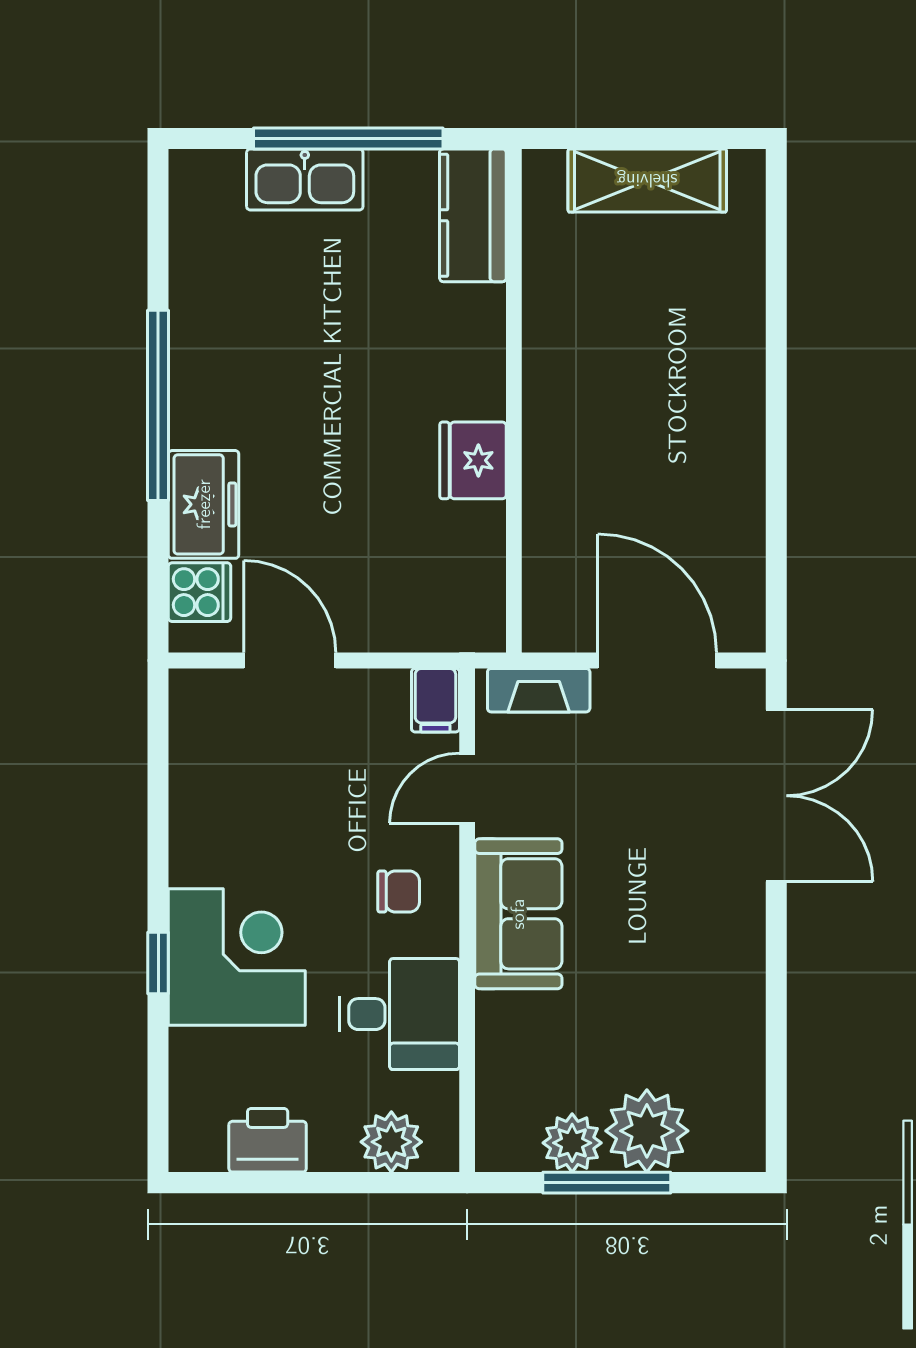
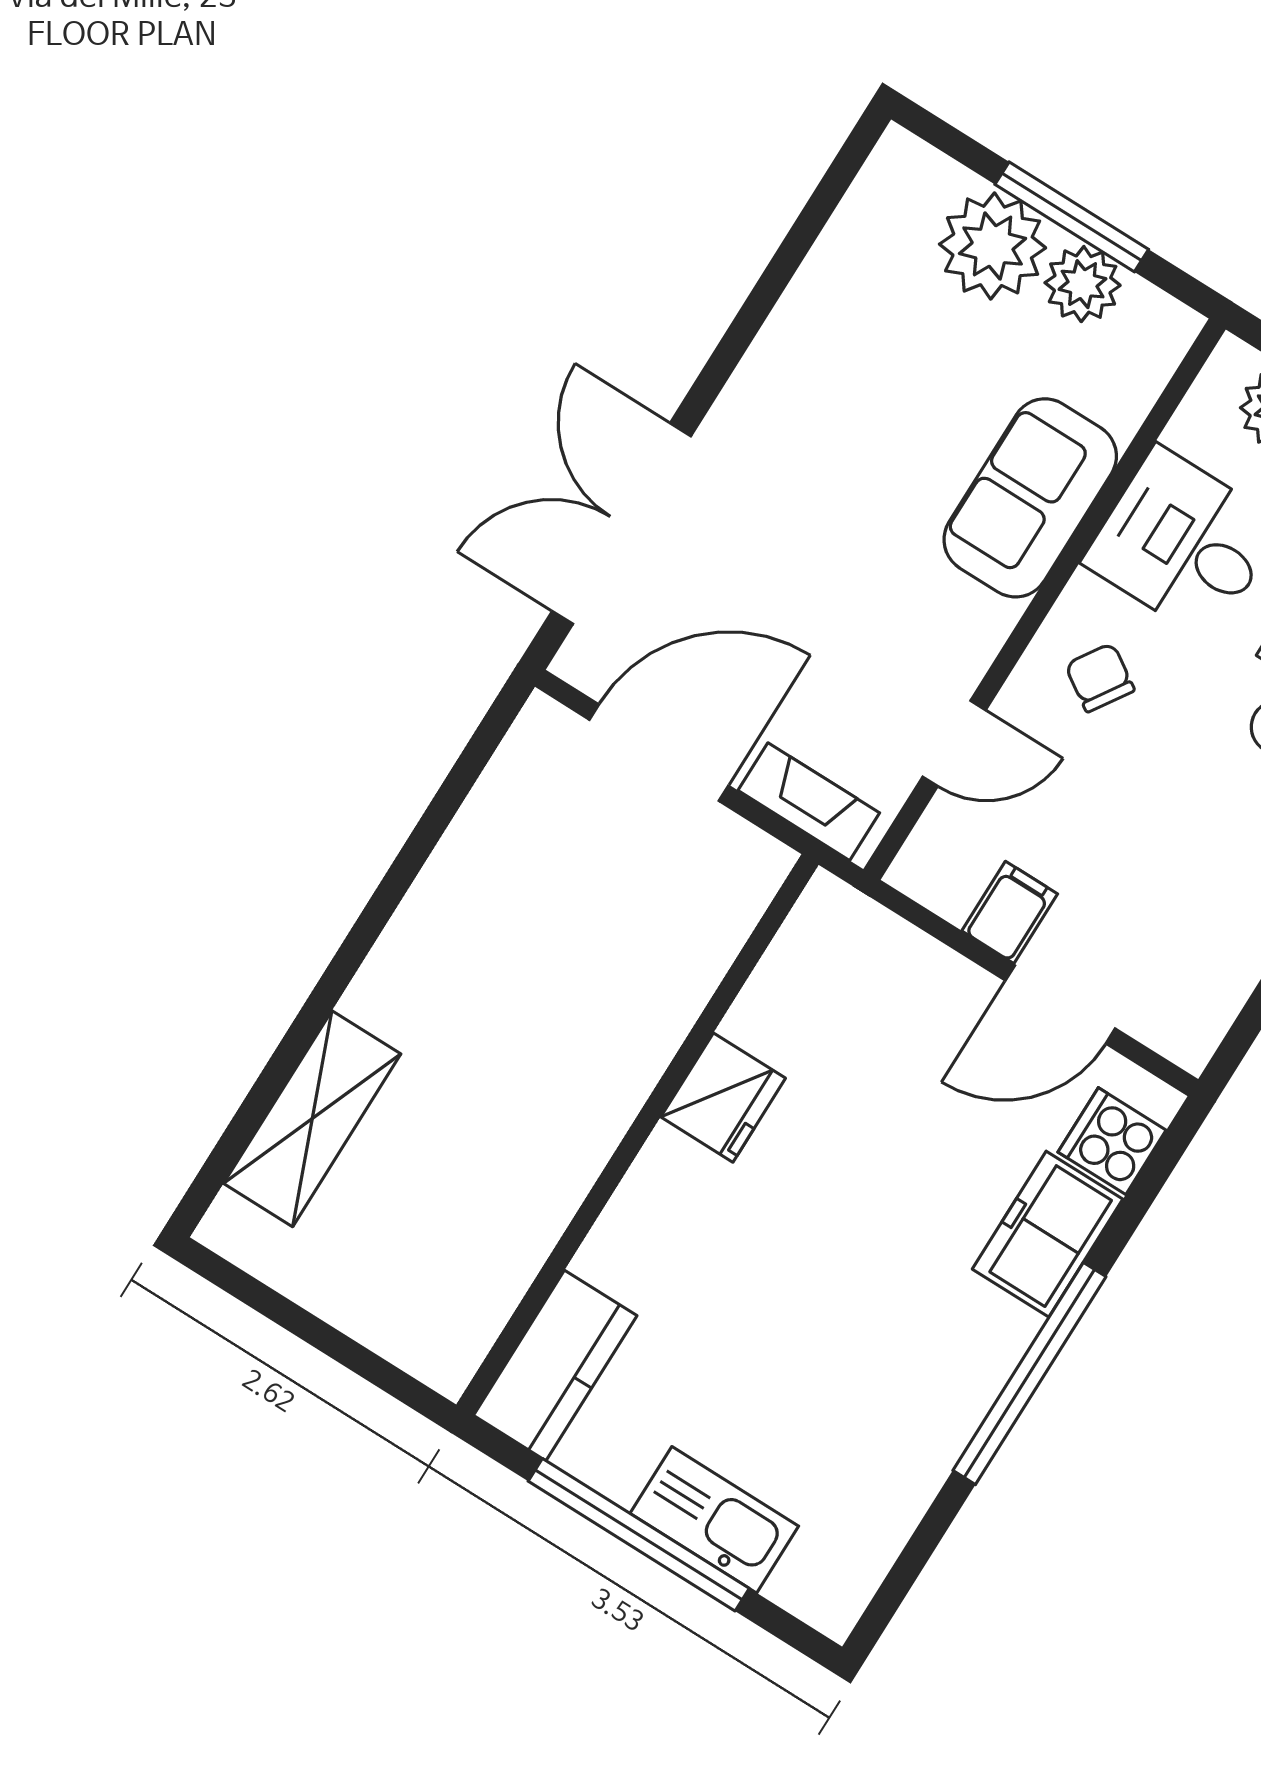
shelving: (647, 180) -> (312, 1119), moved, turned 90
door: (290, 661) -> (1060, 1004), hinge flipped
door: (657, 661) -> (659, 753), swing flipped
filing cabinet: (435, 700) -> (1010, 912), moved
chair: (399, 892) -> (1100, 678), turned 33
sofa: (518, 914) -> (1030, 498), moved

